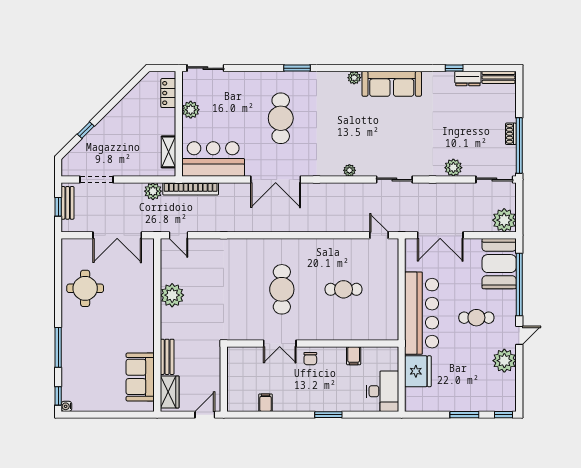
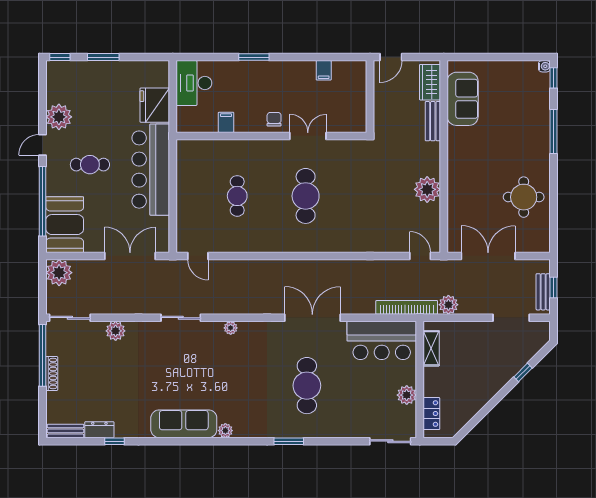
shoe rack: (511, 134) -> (52, 374), width x1.43
cafe table: (344, 289) -> (237, 196), turned 90

